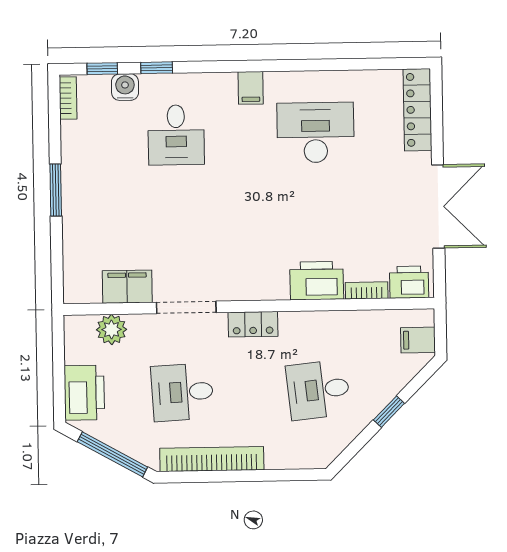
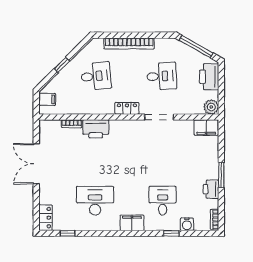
window: (102, 69) -> (68, 233), moved
filing cabinet: (251, 88) -> (132, 223), width x2.00
locker: (417, 110) -> (46, 218), width x0.66
desk: (316, 132) -> (95, 201), turned 180
printer: (409, 282) -> (211, 189), moved, turned 90
filing cabinet: (127, 287) -> (206, 128), moved
plant: (112, 330) -> (211, 107), moved
bookcase: (212, 459) -> (129, 43), moved

